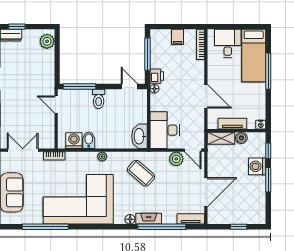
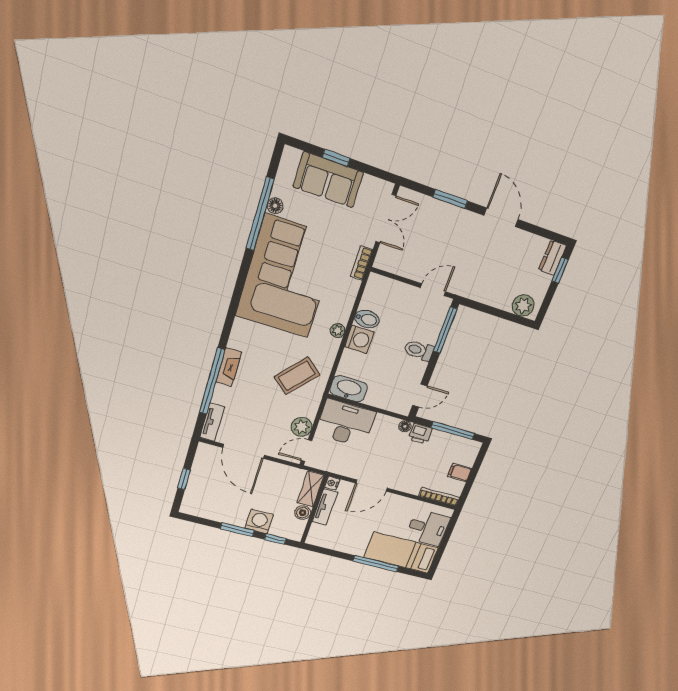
nightstand: (261, 125) -> (332, 483), moved
washing machine: (74, 141) -> (359, 339), moved
floor lamp: (130, 219) -> (275, 206), moved

